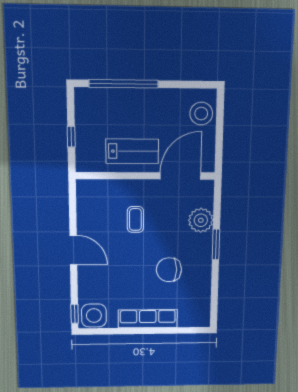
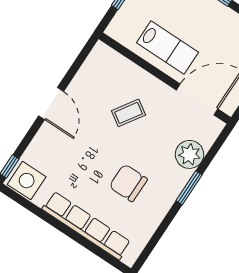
coffee table: (135, 219) -> (129, 113), turned 33
row of seats: (148, 319) -> (86, 226), width x1.36

